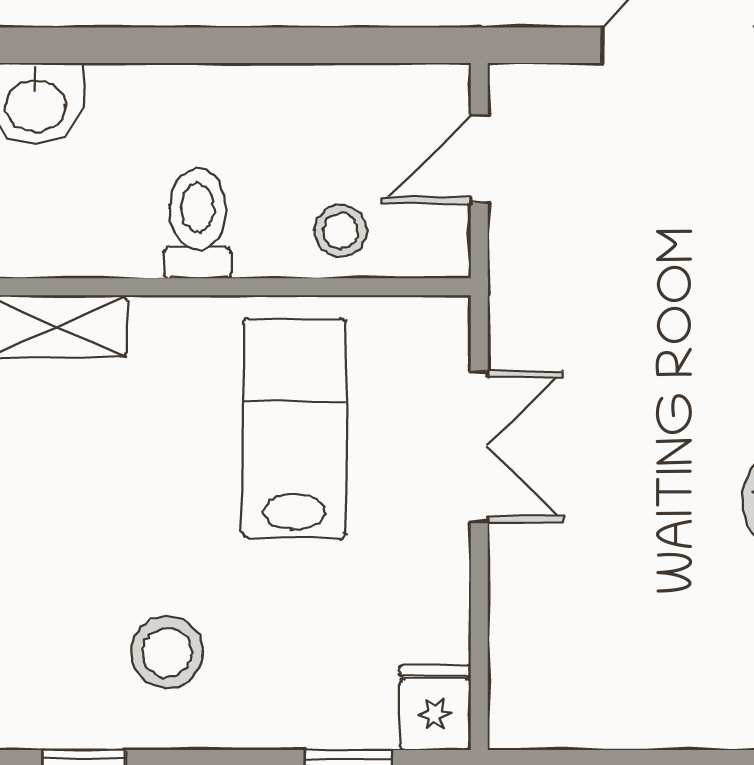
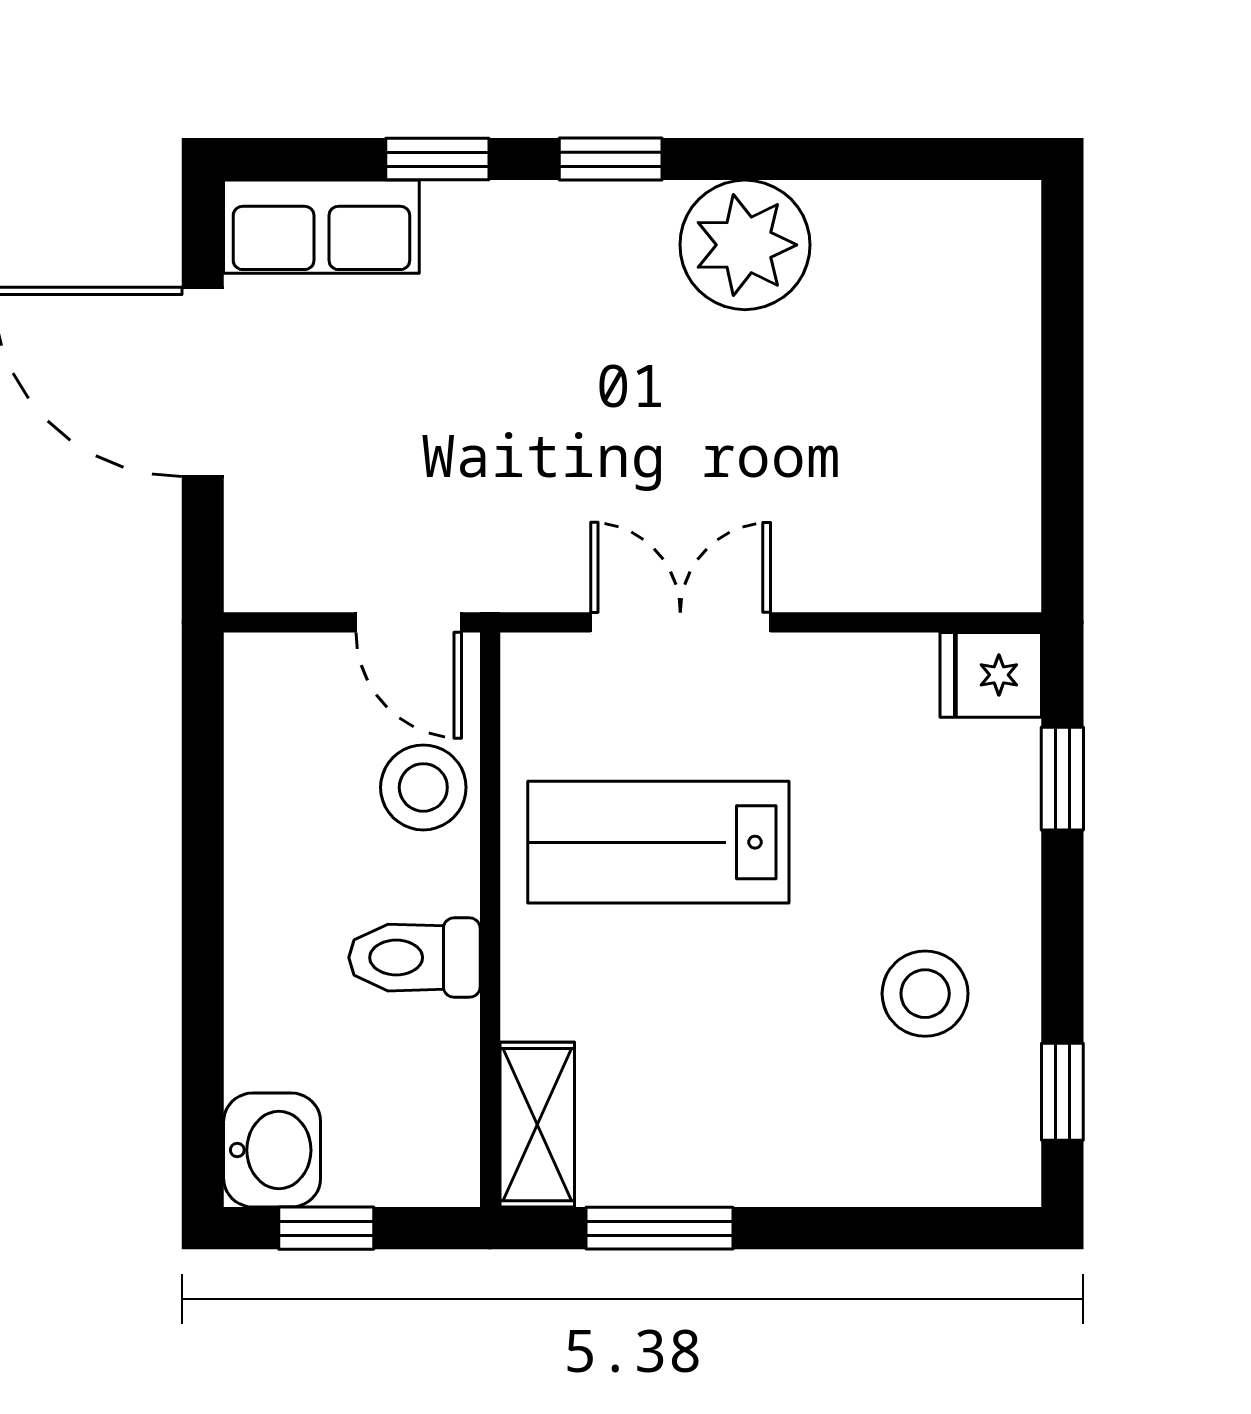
door: (479, 159) -> (409, 622), moved
stool: (340, 231) -> (423, 787), width x1.37, depth x1.37

